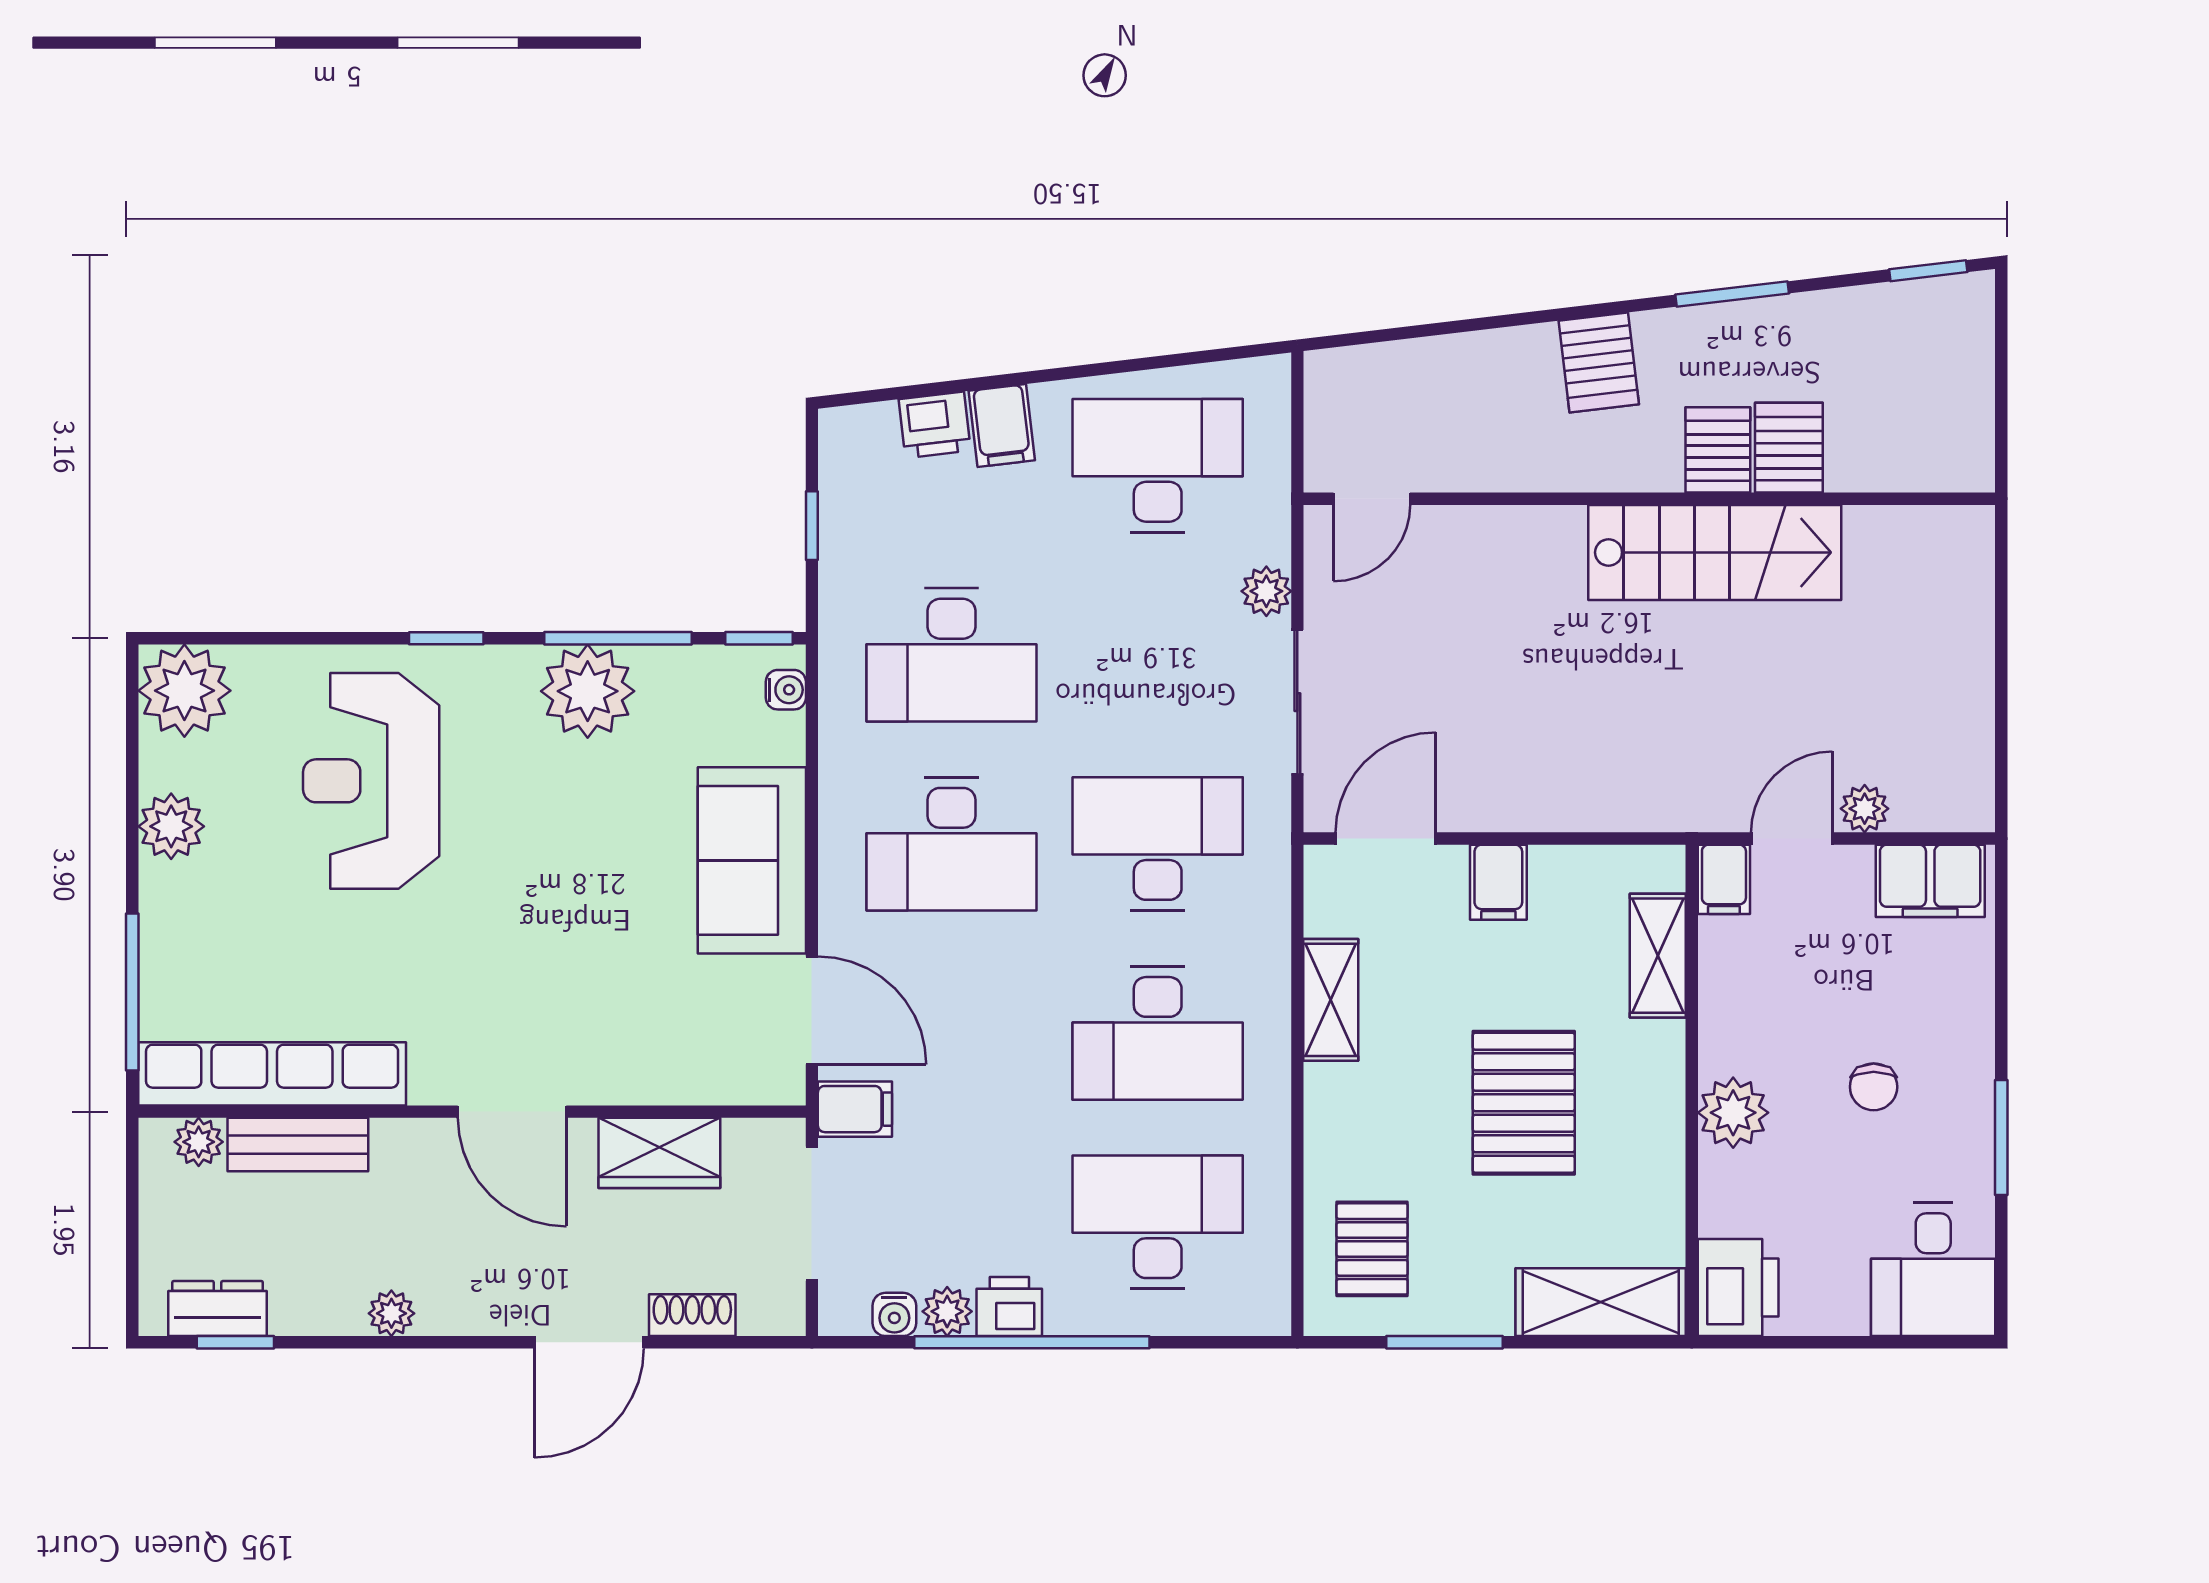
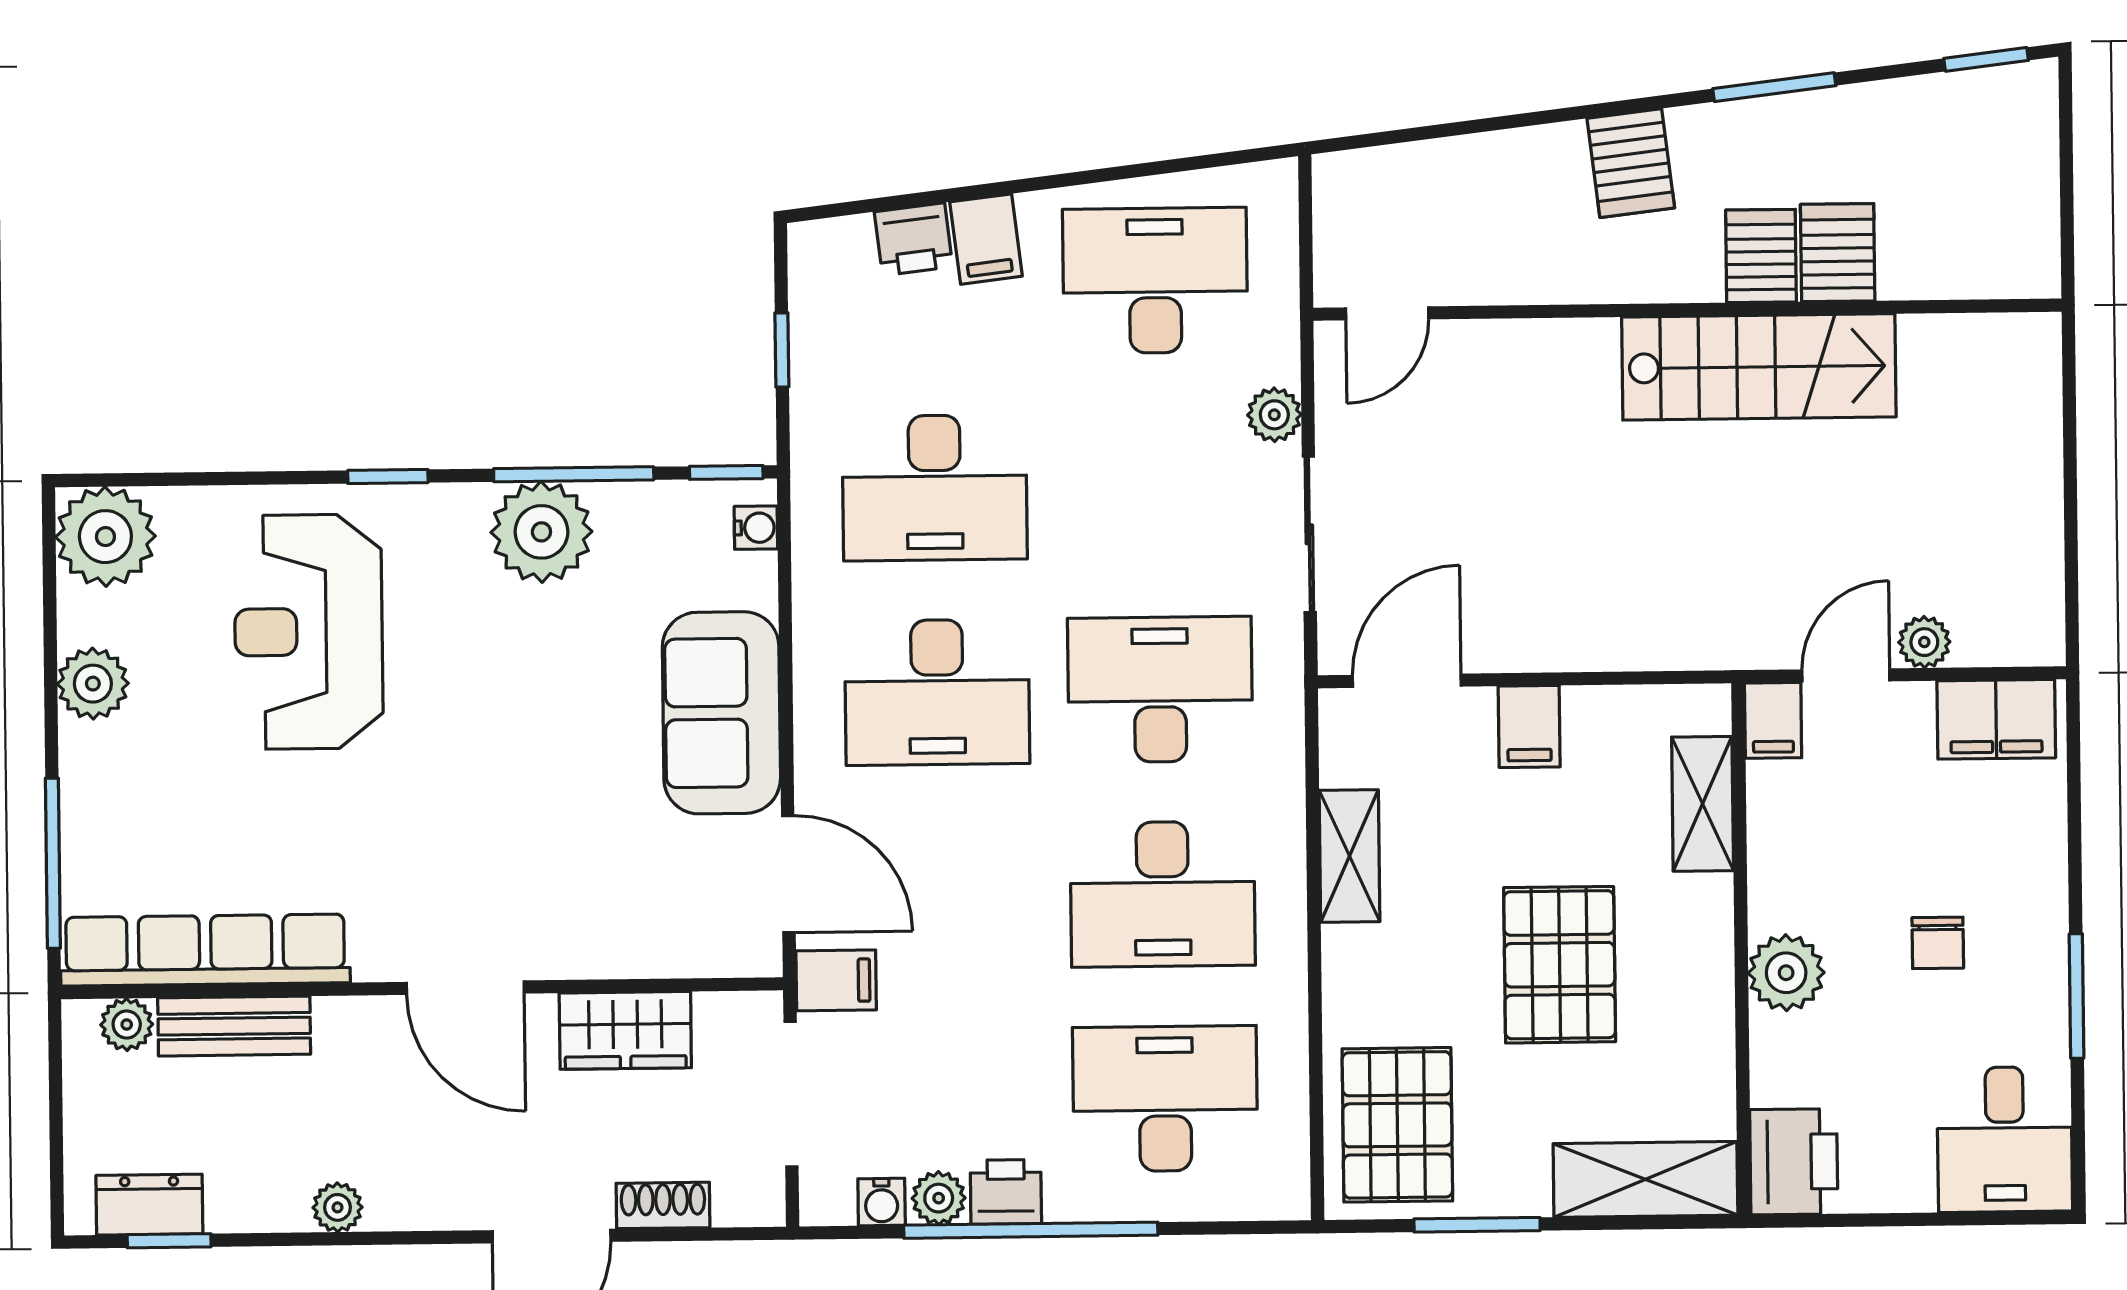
pallet: (1372, 1249) -> (1397, 1125), width x1.50, depth x1.42

